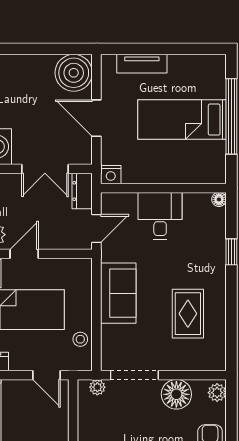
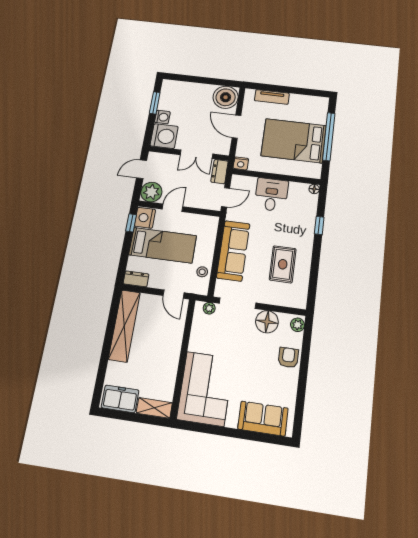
bed: (182, 120) -> (294, 141), width x1.50
sofa: (118, 293) -> (233, 251), width x1.36

